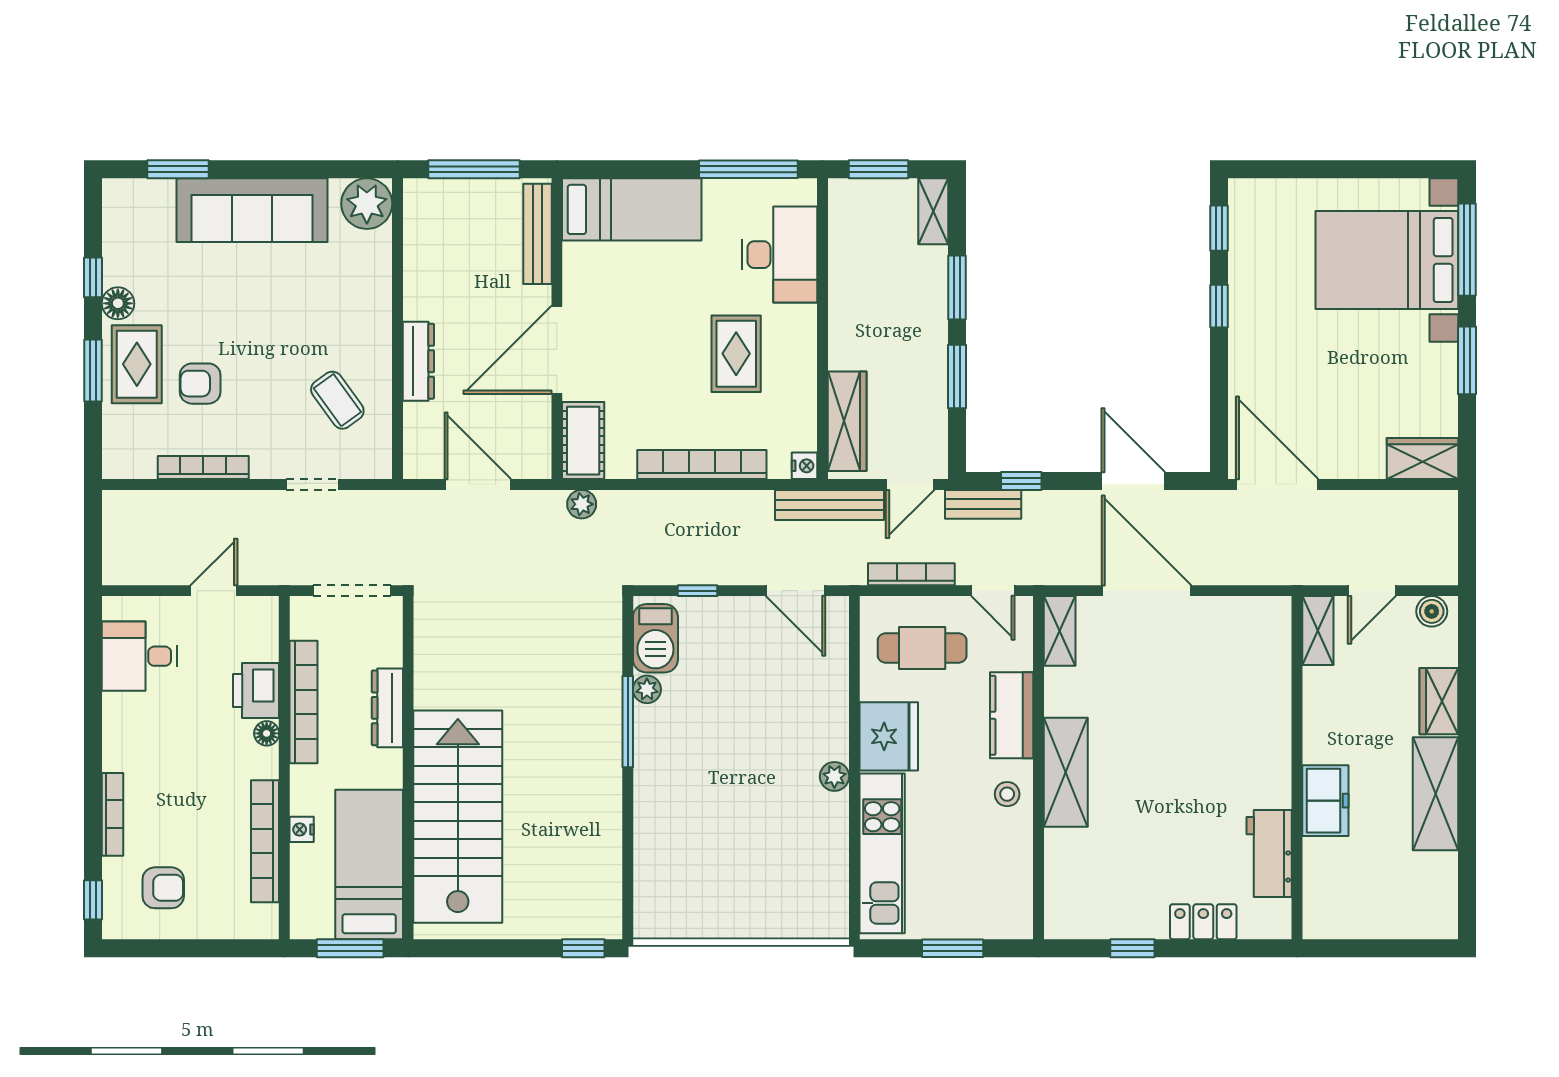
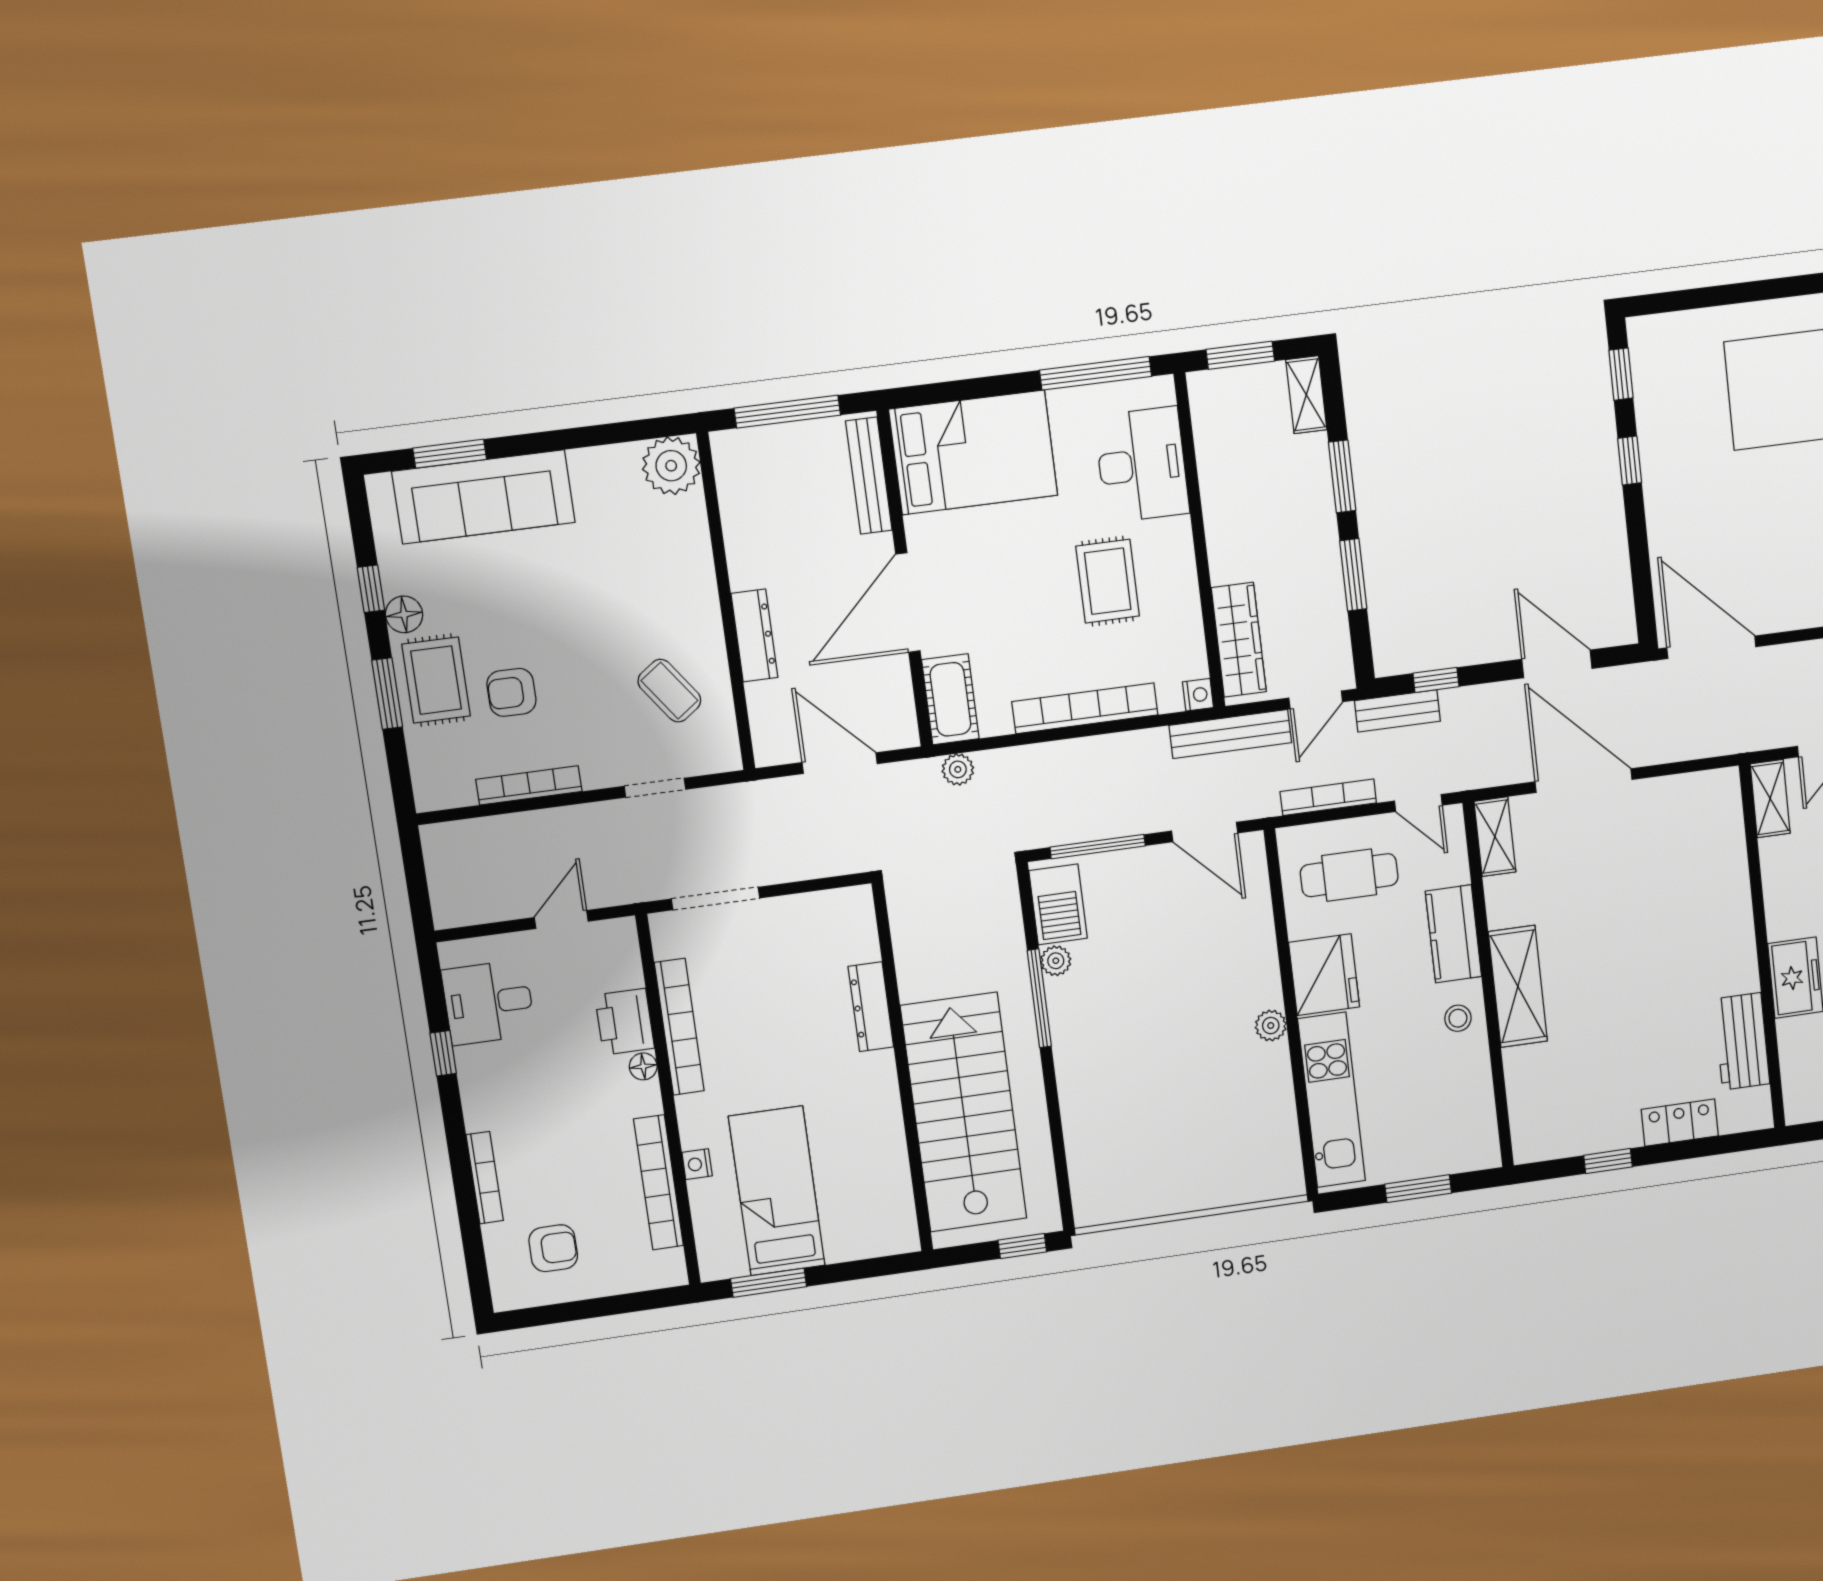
bed: (632, 209) -> (973, 452), width x1.50
sofa: (252, 210) -> (484, 497), moved
window: (698, 591) -> (1098, 847), width x2.17
dresser: (387, 708) -> (871, 1007), moved
wall: (408, 768) -> (902, 1068), moved
stairs: (458, 817) -> (964, 1112), moved
window: (93, 900) -> (443, 1053), moved

